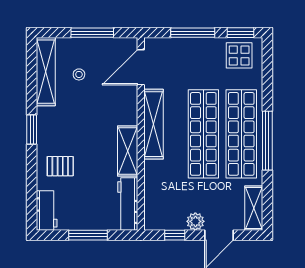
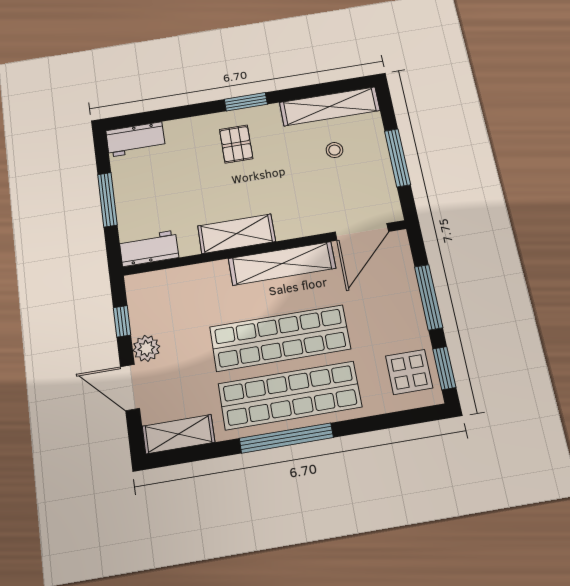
door: (141, 67) -> (362, 232), swing flipped
pallet: (60, 166) -> (236, 144), moved
workbench: (128, 204) -> (149, 248), width x0.73

